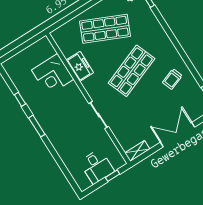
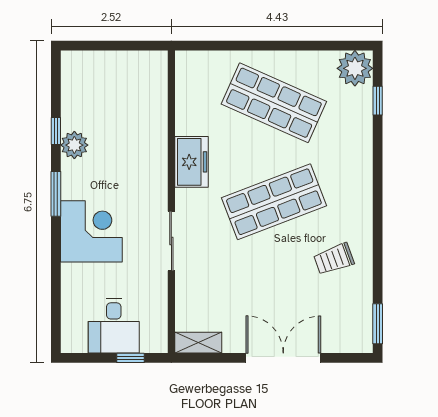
freezer: (80, 66) -> (191, 162), moved
corner desk: (53, 75) -> (91, 231), moved, turned 180
plant: (32, 100) -> (74, 145), added

